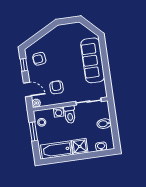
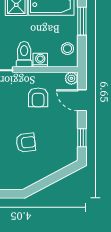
armchair: (39, 59) -> (26, 143), moved
window: (33, 132) -> (82, 21), moved

